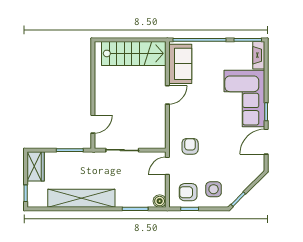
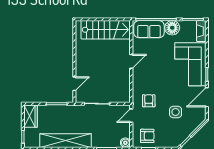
floor lamp: (221, 51) -> (172, 28), added
sofa: (180, 64) -> (149, 29), moved, turned 90
side table: (214, 189) -> (176, 112), moved
armchair: (188, 192) -> (147, 136), turned 180

